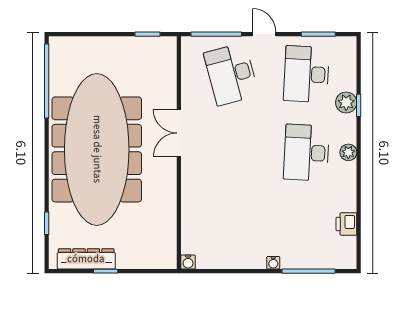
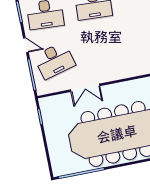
door: (264, 34) -> (26, 45), swing flipped
double door: (179, 133) -> (85, 88), moved

